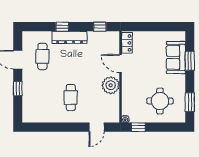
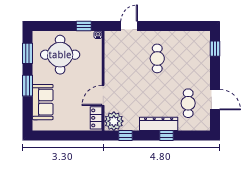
window: (190, 61) -> (28, 86), moved
door: (121, 64) -> (103, 95), swing flipped
plant: (111, 85) -> (114, 121), moved
window: (18, 89) -> (215, 49), moved
round table: (160, 101) -> (60, 55), width x1.36, depth x1.36

